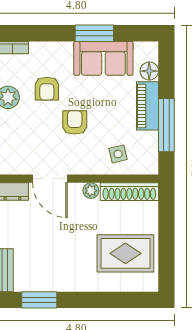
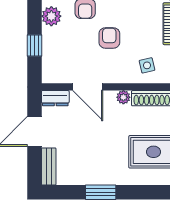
window: (39, 300) -> (101, 192), moved

